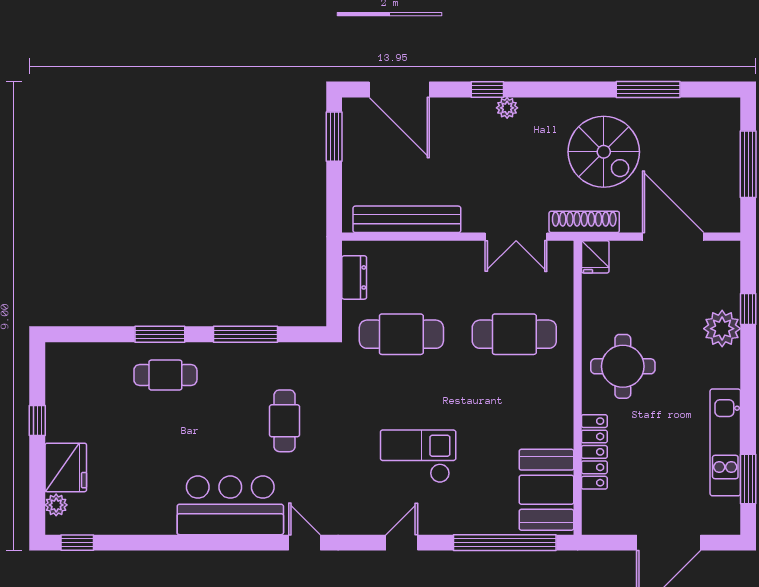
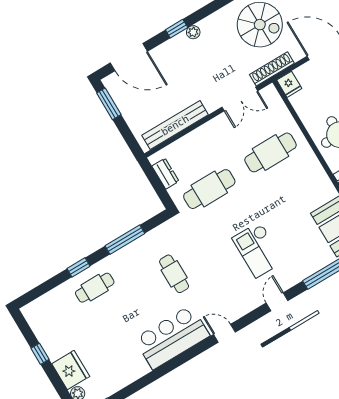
window: (160, 334) -> (78, 267), width x0.67
checkout: (418, 456) -> (258, 250), turned -90

